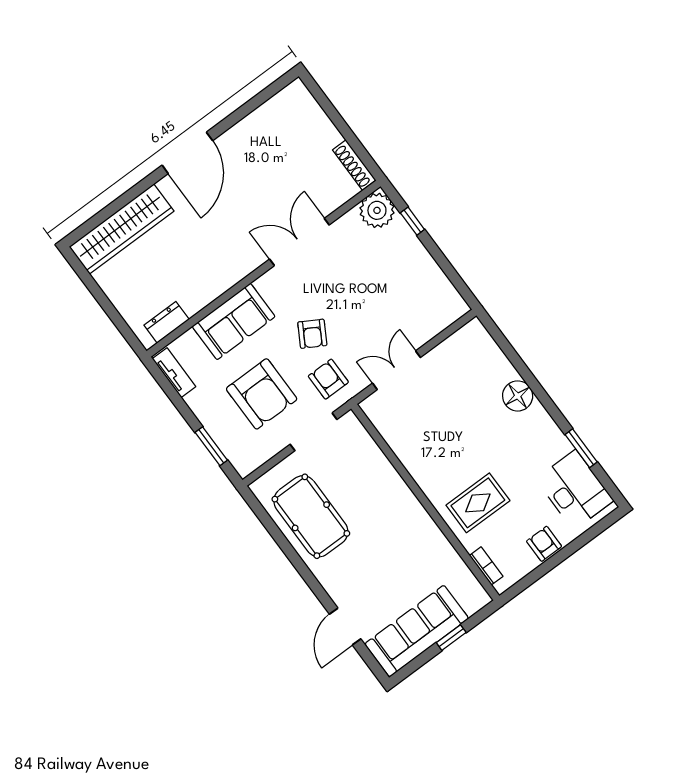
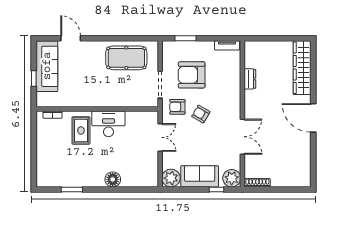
plant: (448, 306) -> (171, 178), added
sofa: (234, 321) -> (200, 176), moved, turned 90
dresser: (167, 322) -> (250, 79), moved
armchair: (328, 379) -> (177, 107), turned 180
desk: (575, 490) -> (108, 124), moved, turned 180
armchair: (544, 544) -> (44, 145), removed

